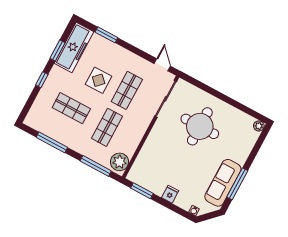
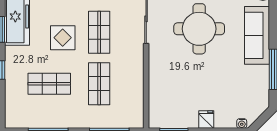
plant: (120, 162) -> (133, 114), removed
sofa: (223, 183) -> (257, 35), moved

